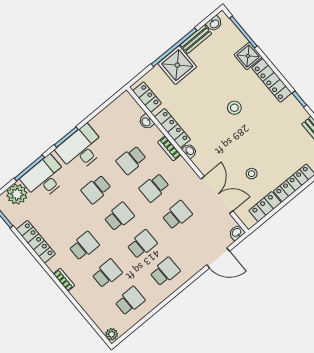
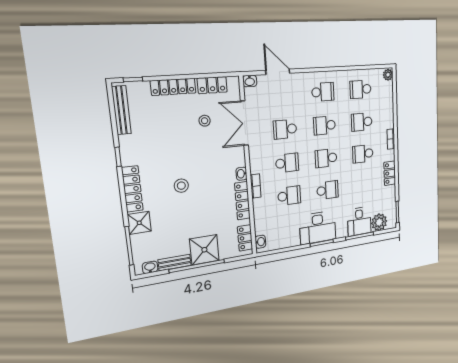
washbasin: (146, 122) -> (260, 242), moved
desk: (45, 178) -> (359, 221), width x0.73
locker: (36, 242) -> (390, 173), width x0.66
school desk: (165, 272) -> (323, 92), turned 180

